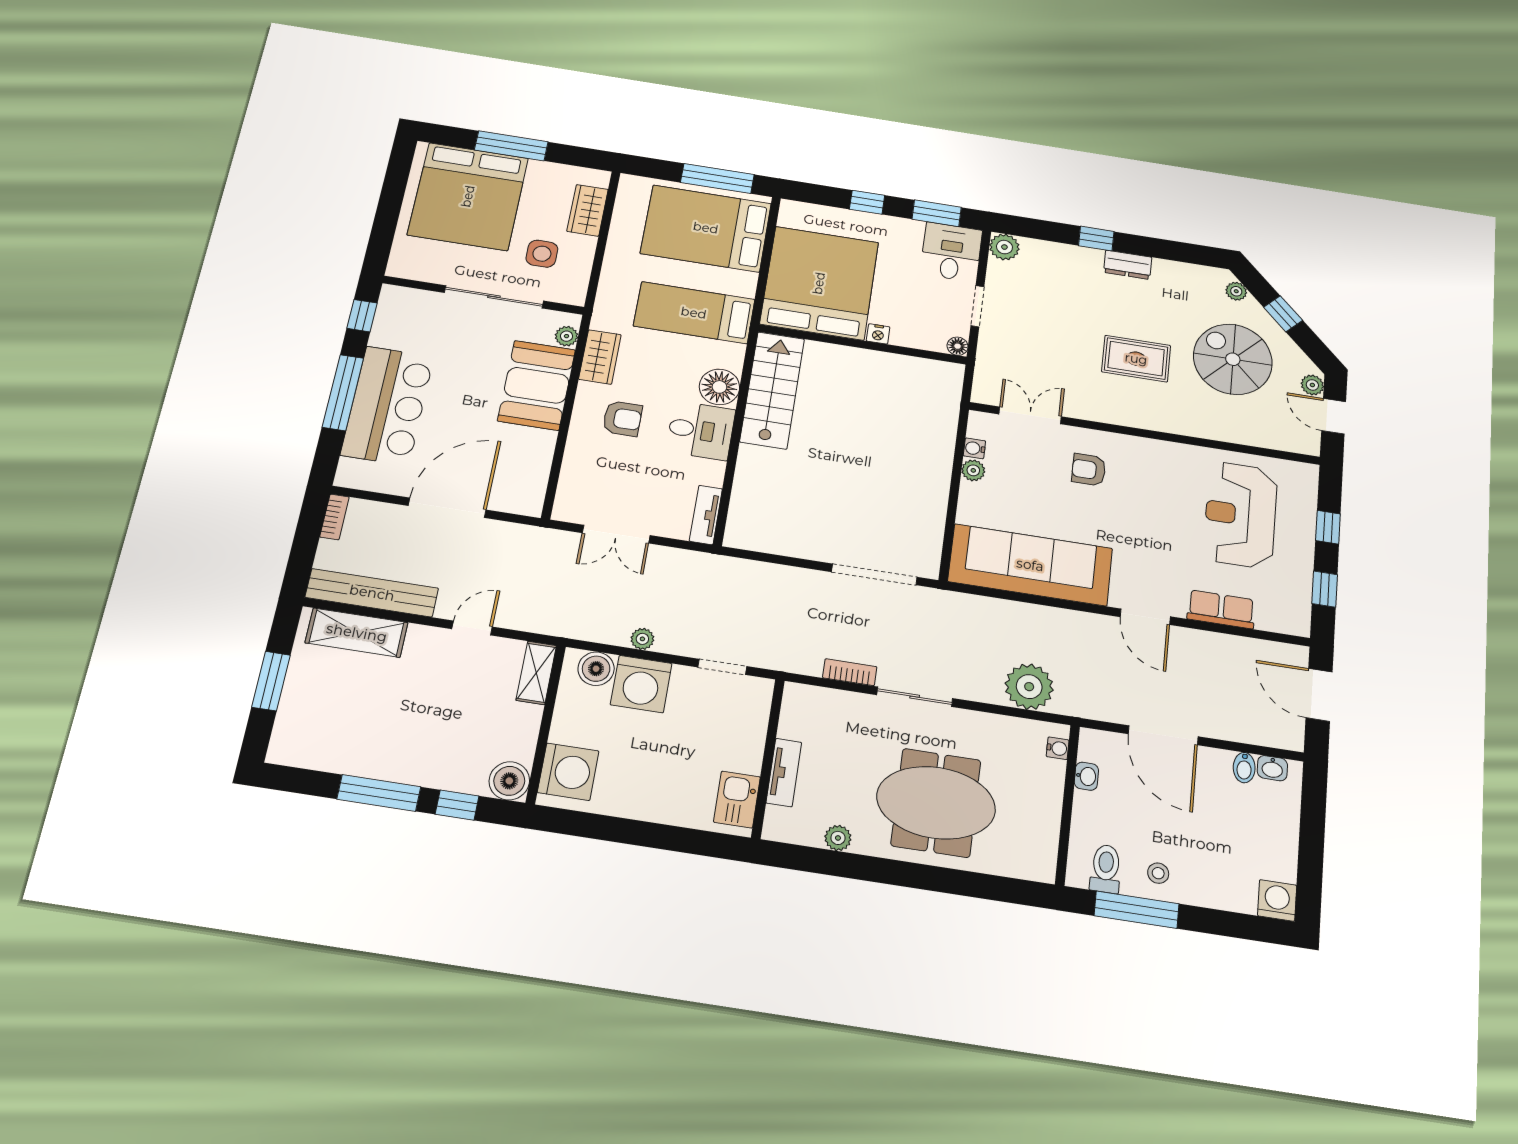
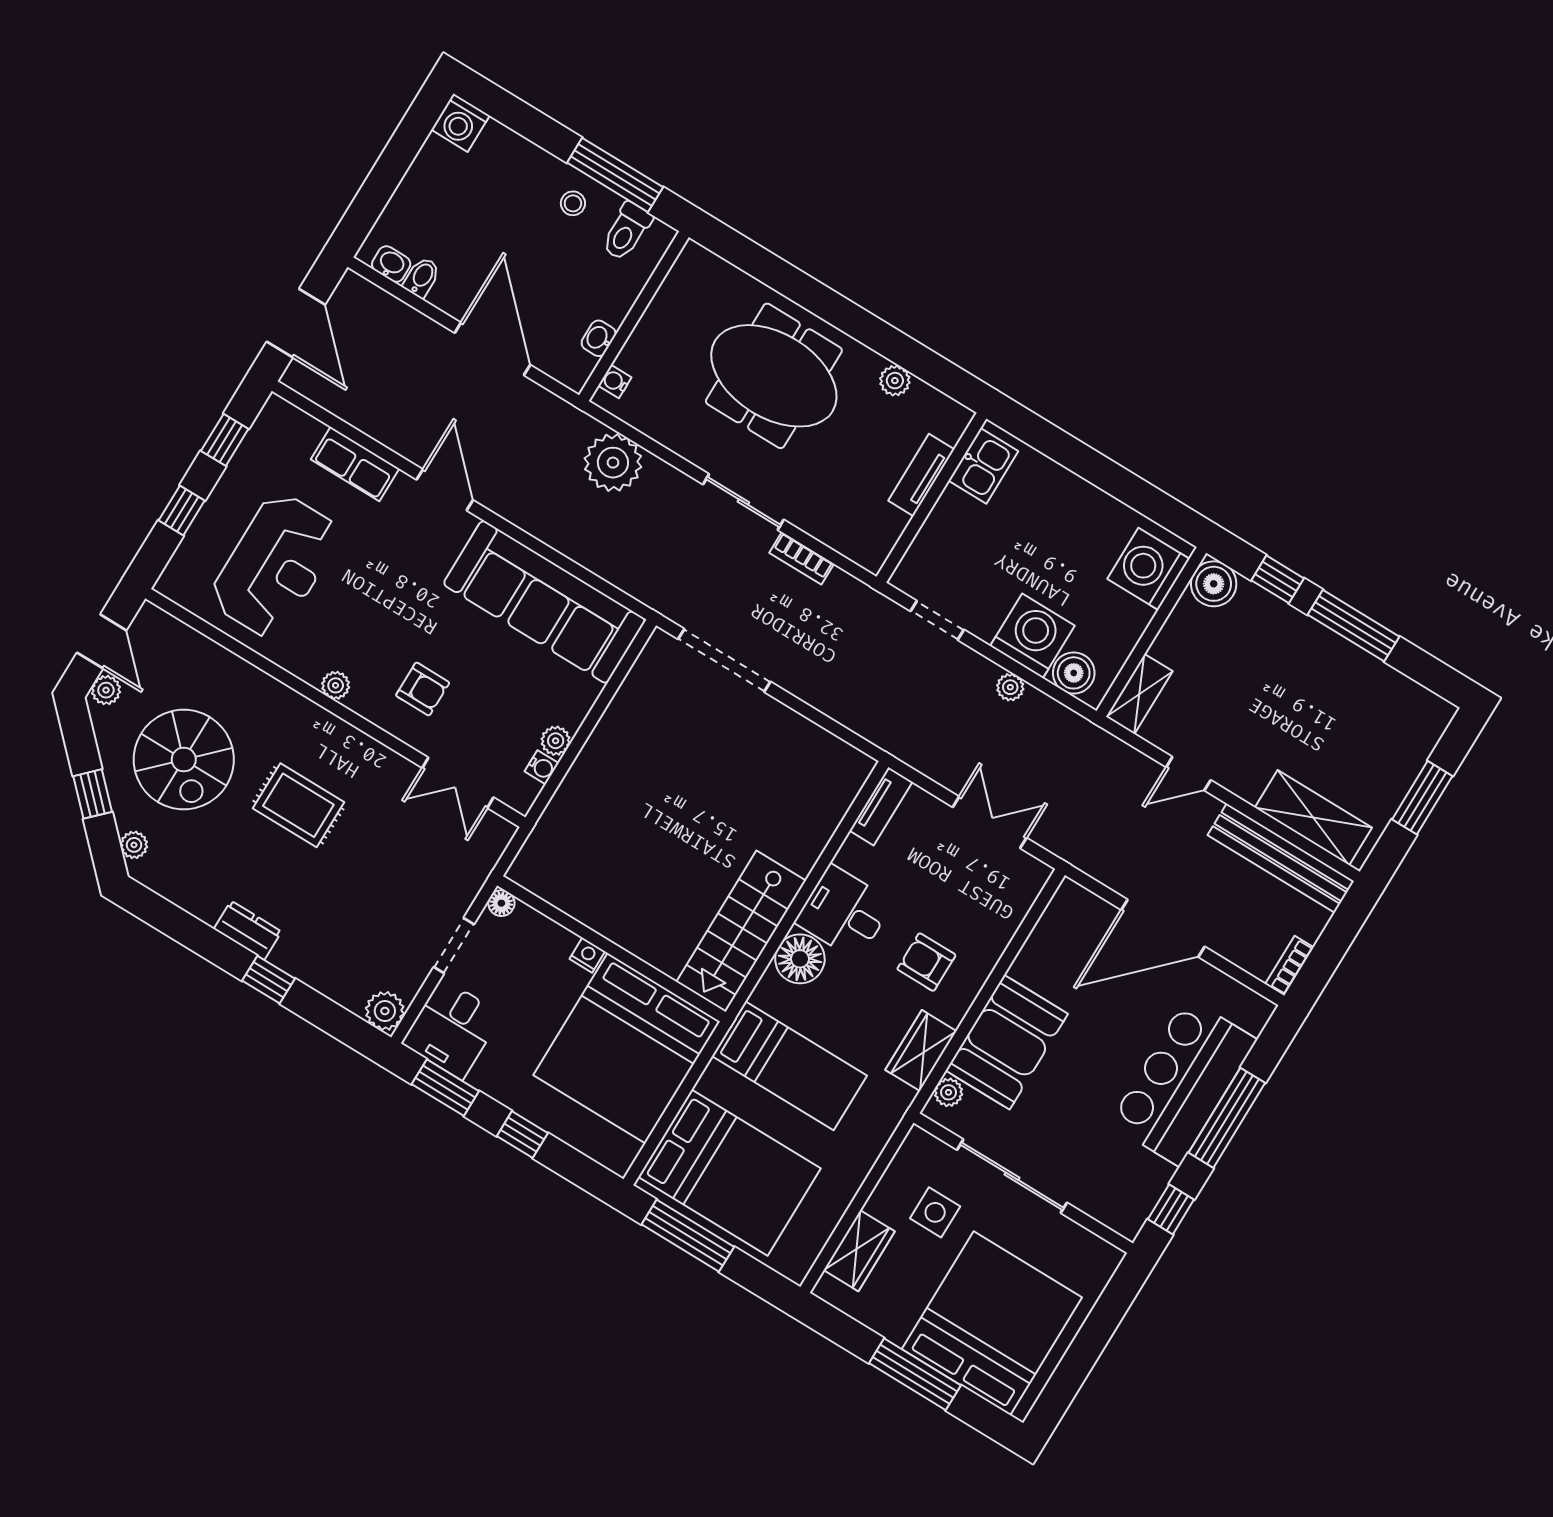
plant: (1153, 449) -> (336, 685), added

